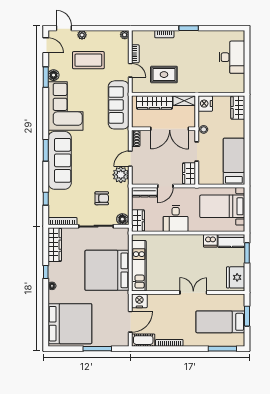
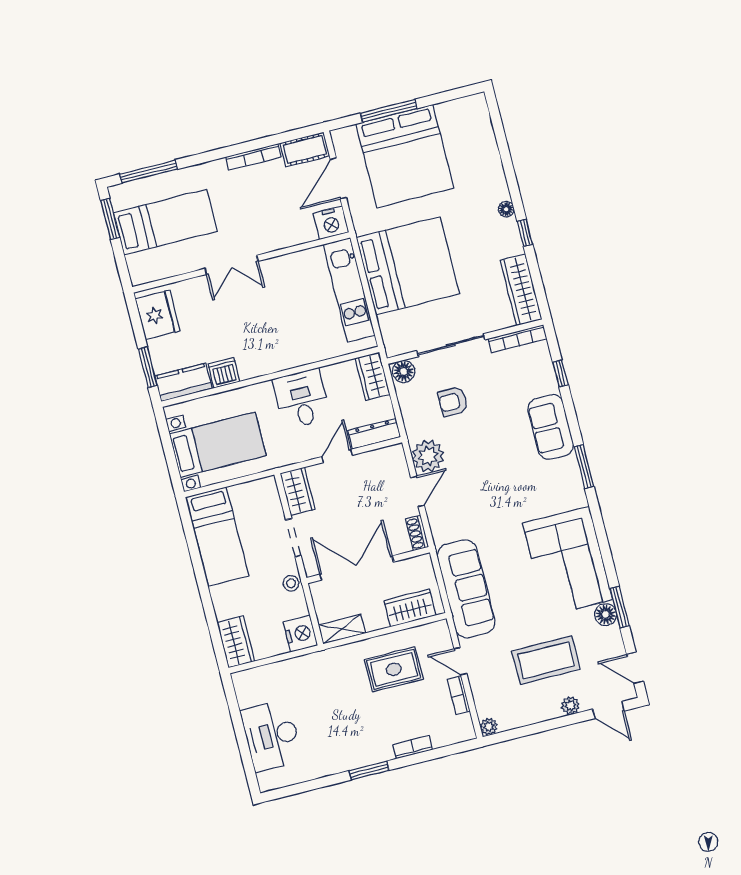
wardrobe: (154, 103) -> (410, 608), width x0.67
sofa: (60, 160) -> (551, 427), width x0.54, depth x0.79
window: (247, 316) -> (110, 219), moved
bed: (70, 324) -> (405, 156), moved, turned -90

